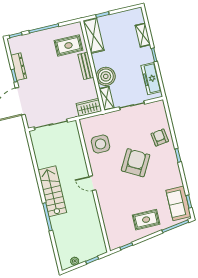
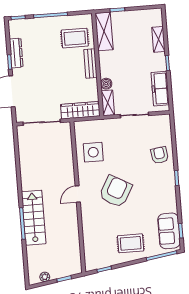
boiler: (106, 76) -> (106, 84), width x0.54, depth x0.54
wardrobe: (89, 107) -> (80, 110), width x1.50
armchair: (136, 163) -> (116, 191), moved
door: (92, 183) -> (78, 194), hinge flipped
stairs: (52, 191) -> (34, 218), moved

